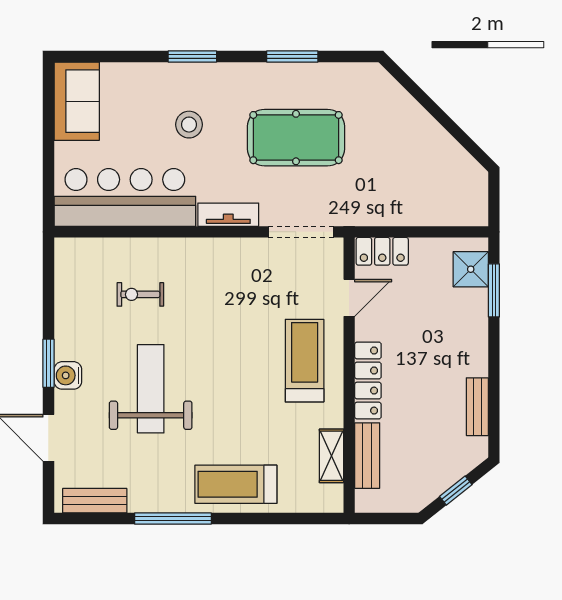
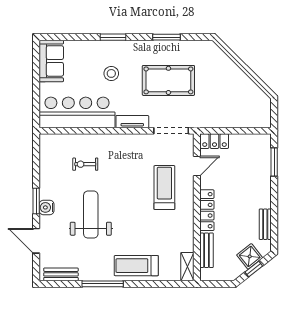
shower: (471, 269) -> (250, 256), moved, turned -38
treadmill: (305, 361) -> (164, 188), moved
shelving: (332, 456) -> (187, 267), moved

